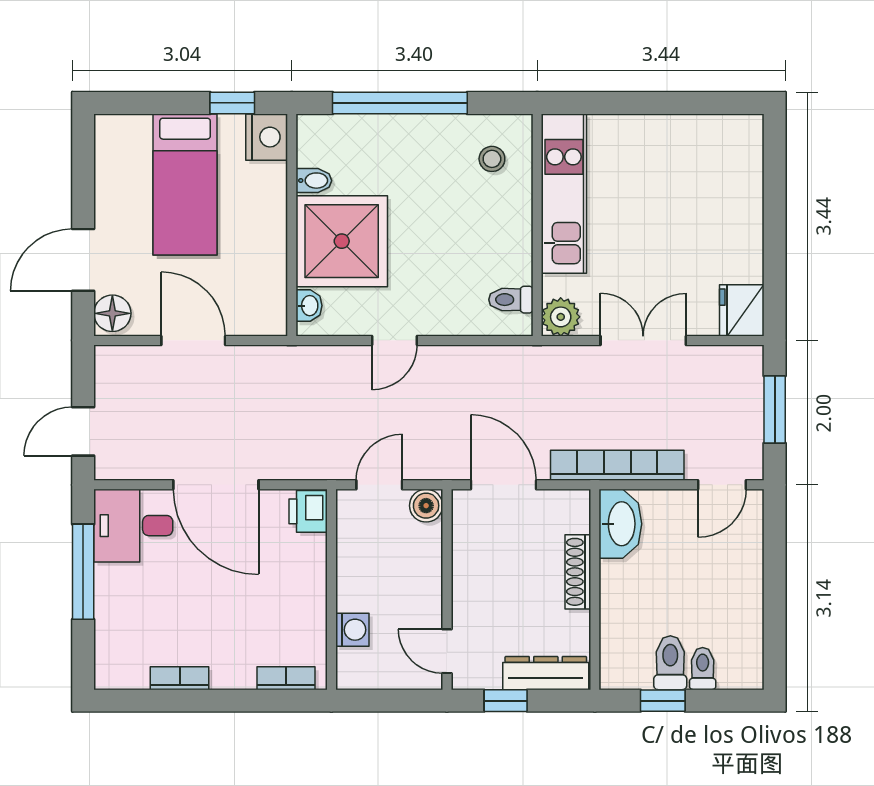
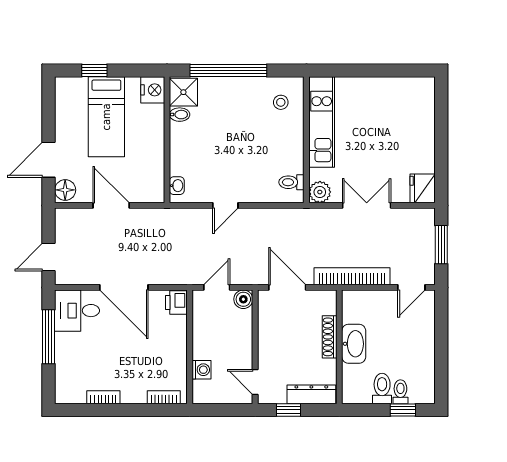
window: (232, 103) -> (94, 71), moved
shower: (342, 241) -> (183, 92), moved, width x0.54, depth x0.54
washbasin: (620, 524) -> (354, 344), moved
window: (663, 701) -> (403, 410), moved

